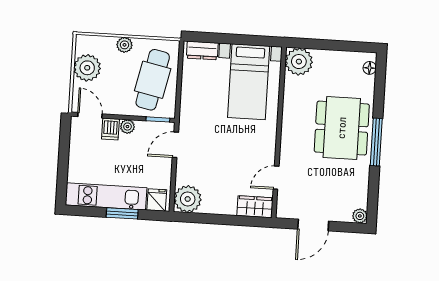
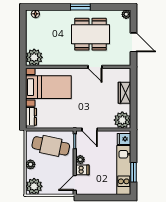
plant: (87, 68) -> (34, 186), moved
dining table: (342, 128) -> (91, 34), moved
window: (376, 142) -> (80, 7), width x0.69
door: (276, 178) -> (95, 67), moved
wardrobe: (255, 207) -> (124, 93), moved
window: (122, 213) -> (134, 172), moved

